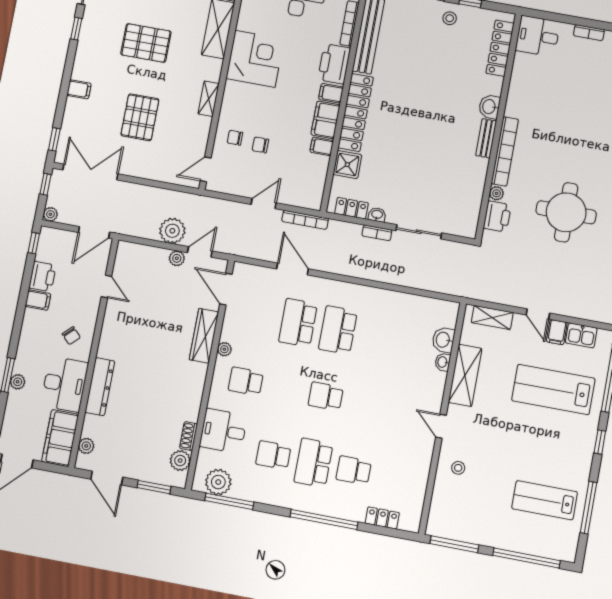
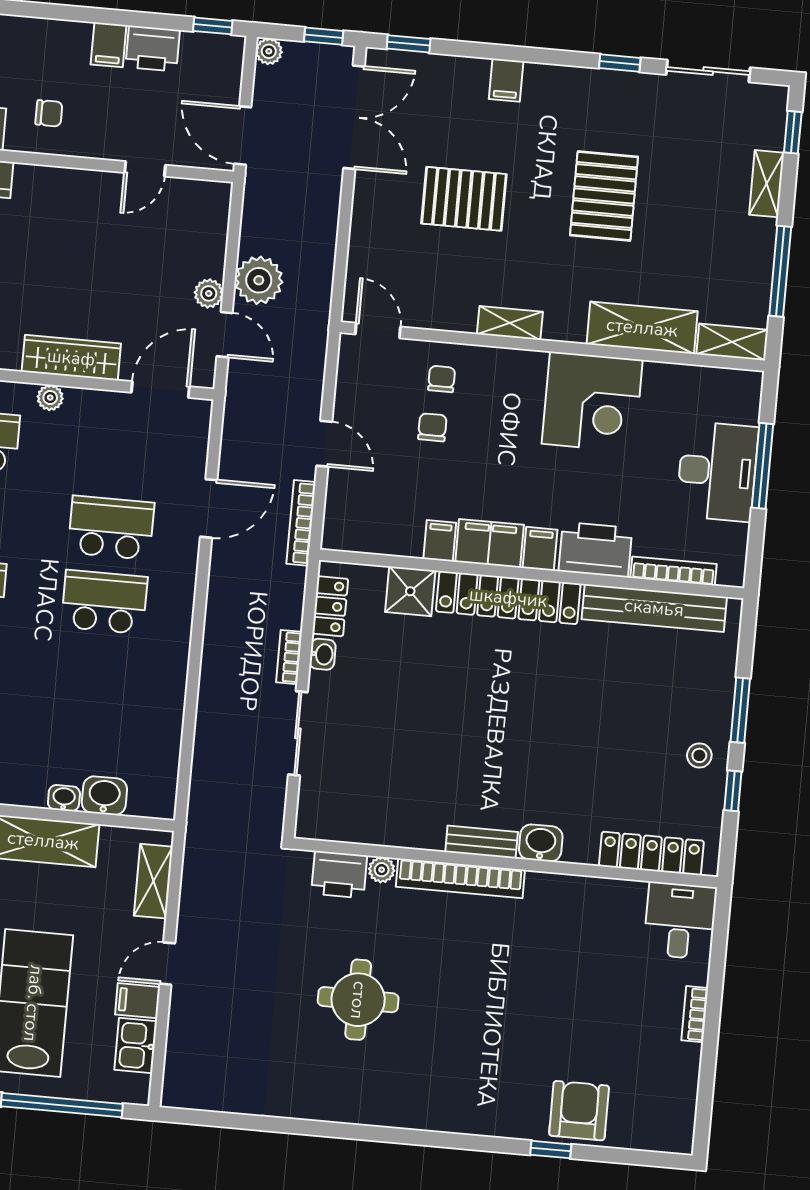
round table: (566, 212) -> (358, 1000), width x0.73, depth x0.73
chair: (71, 336) -> (49, 113), turned -136

